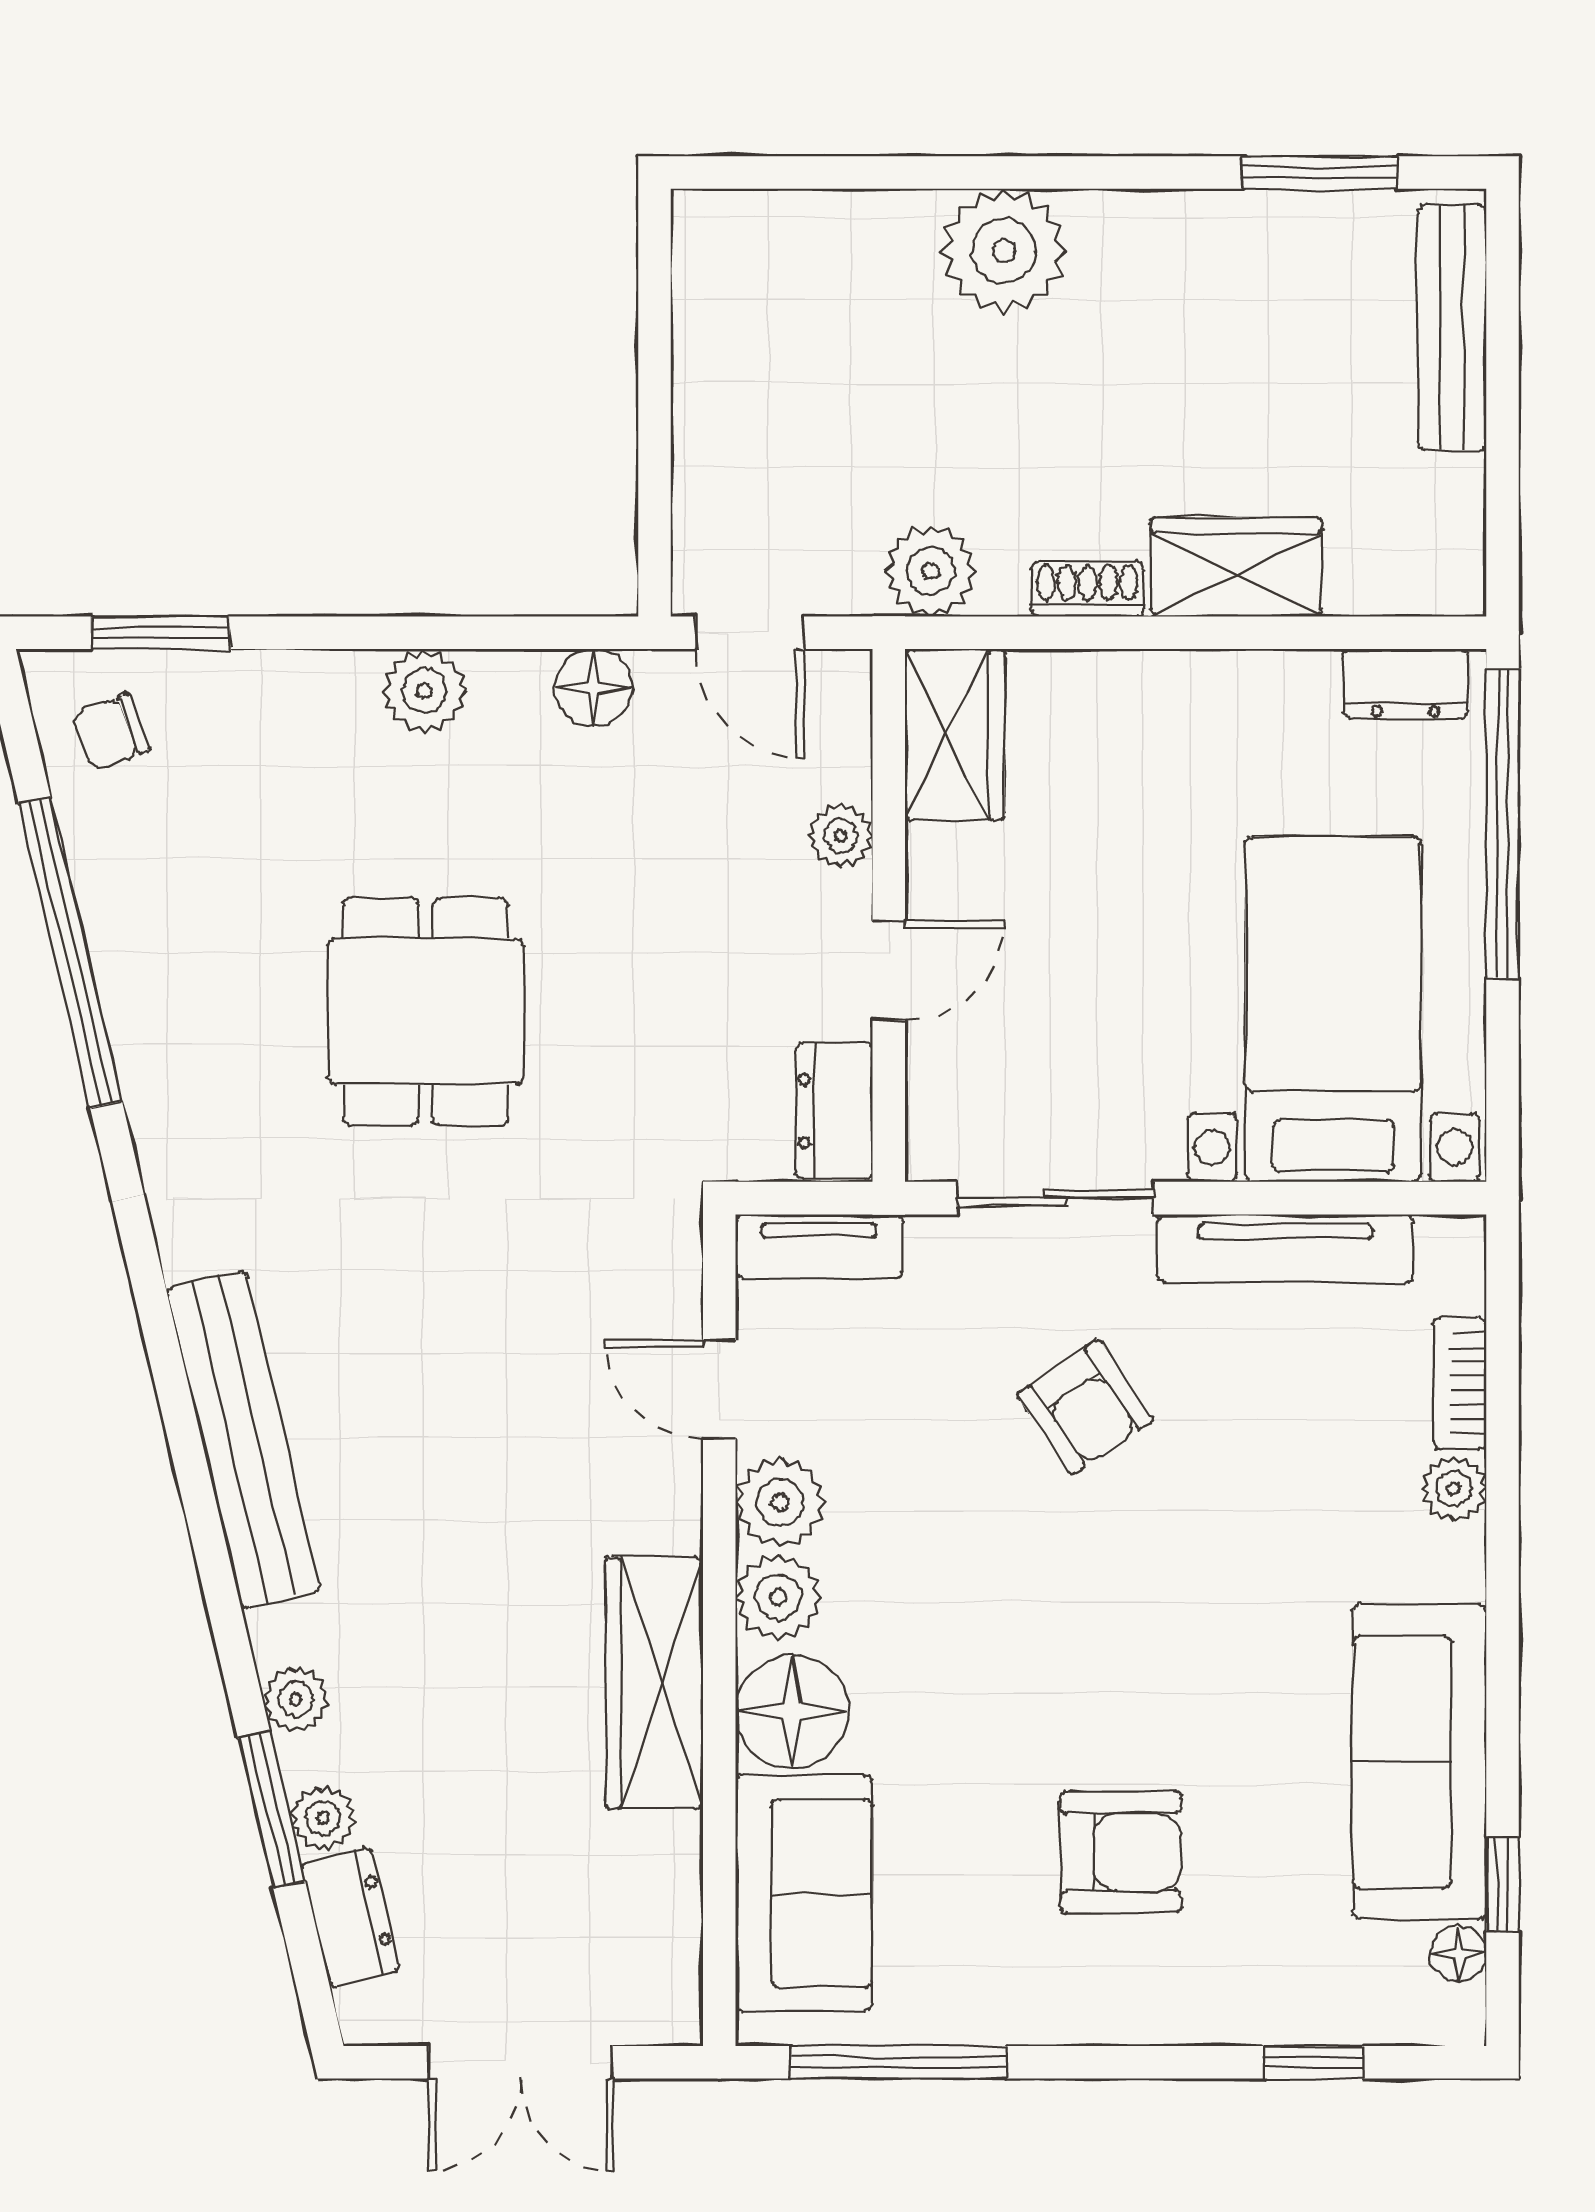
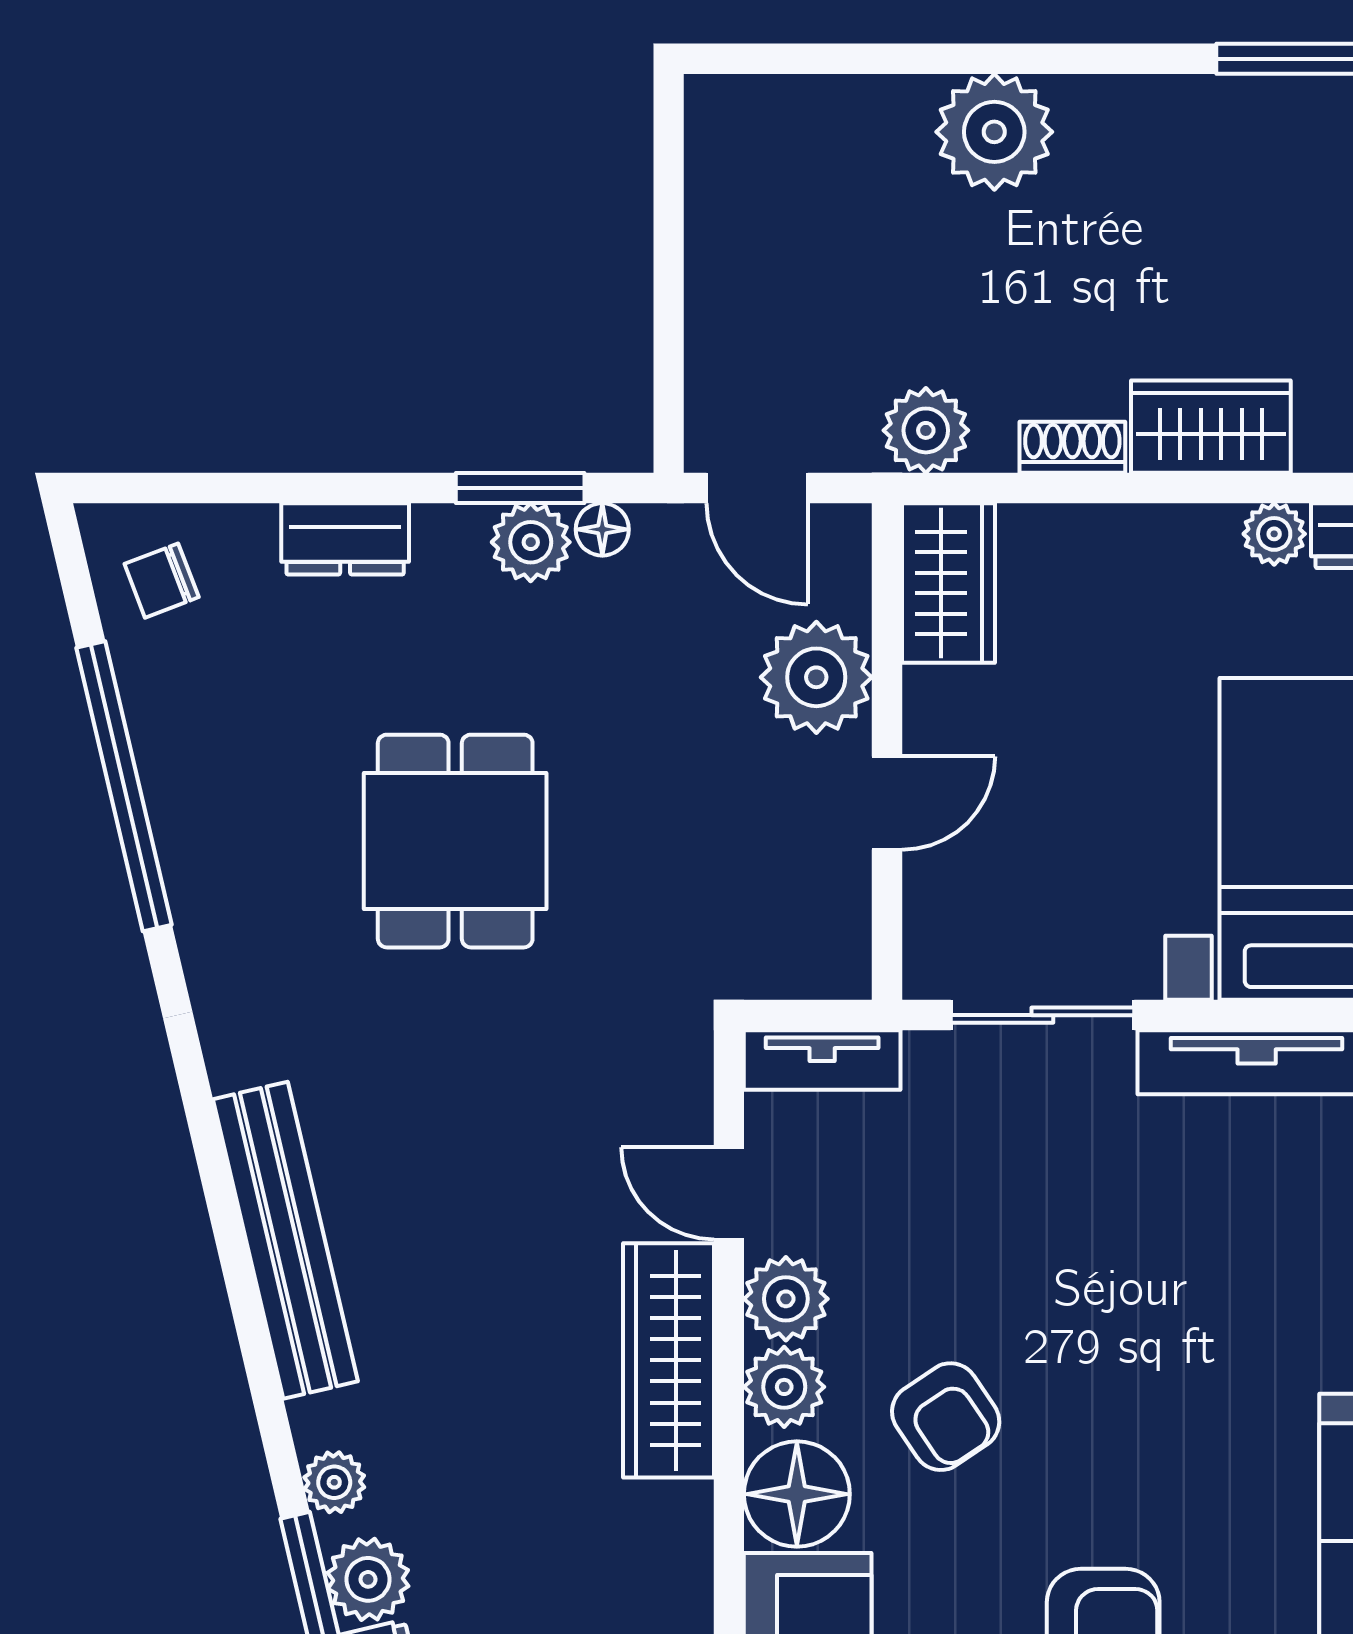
window: (161, 633) -> (520, 488), moved
plant: (1304, 682) -> (1274, 534), added
floor lamp: (594, 688) -> (602, 529), width x0.73, depth x0.73
plant: (424, 691) -> (531, 542), moved
plant: (841, 836) -> (816, 677), width x1.87, depth x1.87
dresser: (834, 1111) -> (345, 539), moved, turned -90
armchair: (1085, 1407) -> (946, 1417), moved
wardrobe: (654, 1683) -> (669, 1360), moved
plant: (323, 1818) -> (368, 1579), width x1.38, depth x1.38

